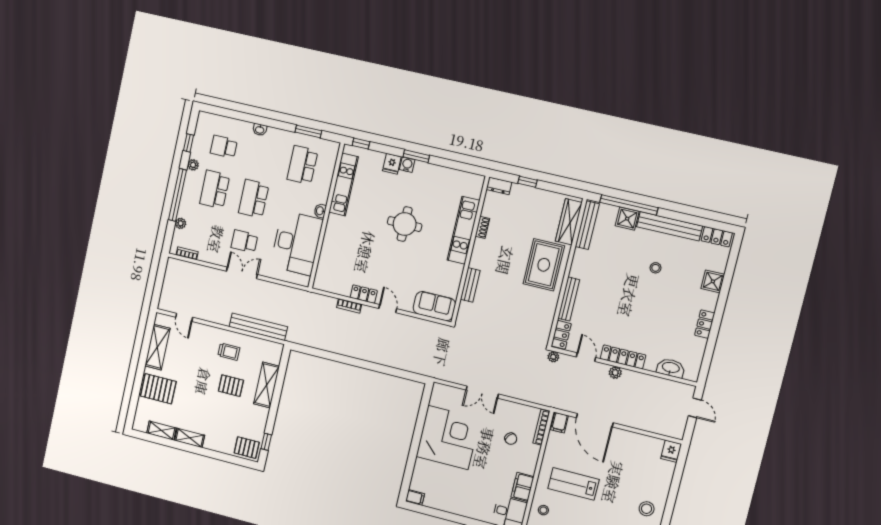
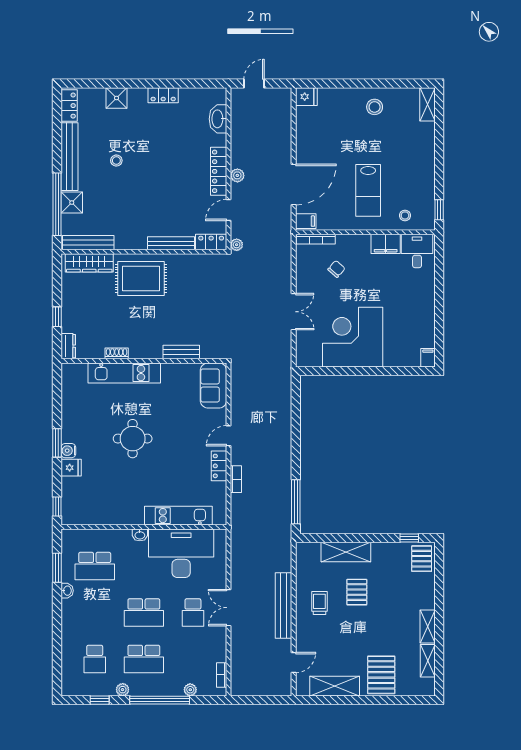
washbasin: (260, 130) -> (67, 591), moved
kitchen unit: (344, 185) -> (178, 516), moved
bench: (258, 327) -> (284, 606), moved
window: (318, 353) -> (296, 502), added

